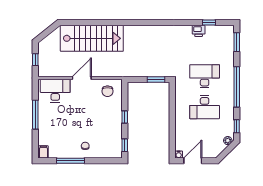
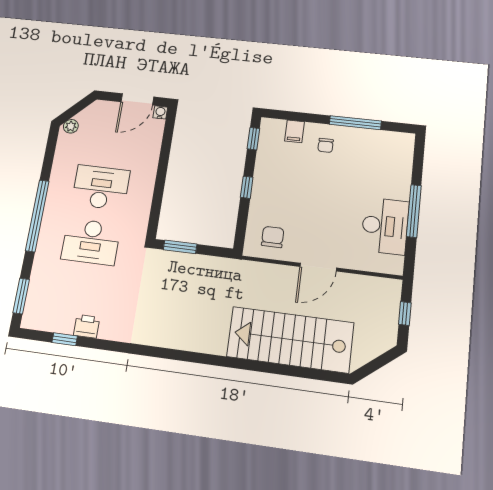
desk: (55, 91) -> (385, 226), moved, turned -90
window: (237, 126) -> (51, 148), removed
filing cabinet: (43, 152) -> (295, 131), moved

